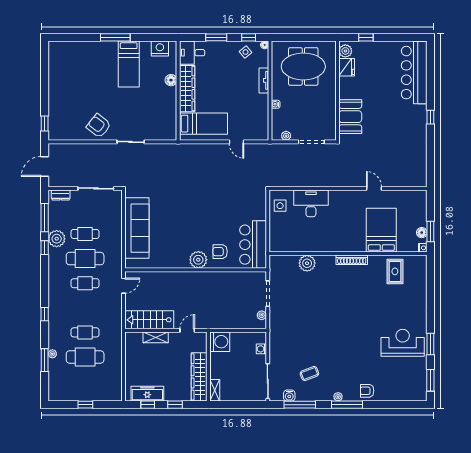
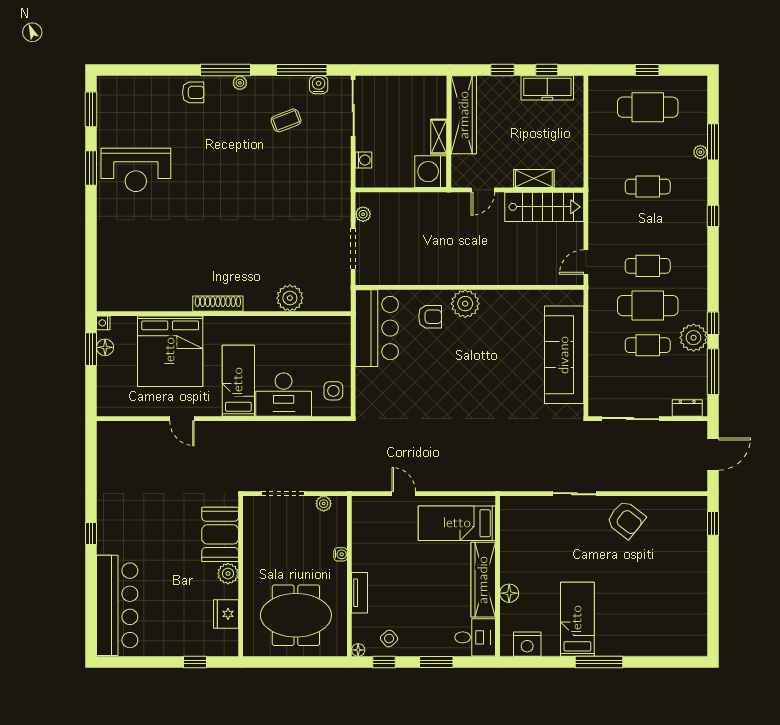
plant: (345, 51) -> (228, 574), moved
bed: (339, 212) -> (238, 381), added
bed: (381, 230) -> (170, 351), width x1.36
rug: (395, 271) -> (148, 285), removed
cafe table: (85, 357) -> (648, 107), moved
shelving: (215, 390) -> (439, 137), moved

